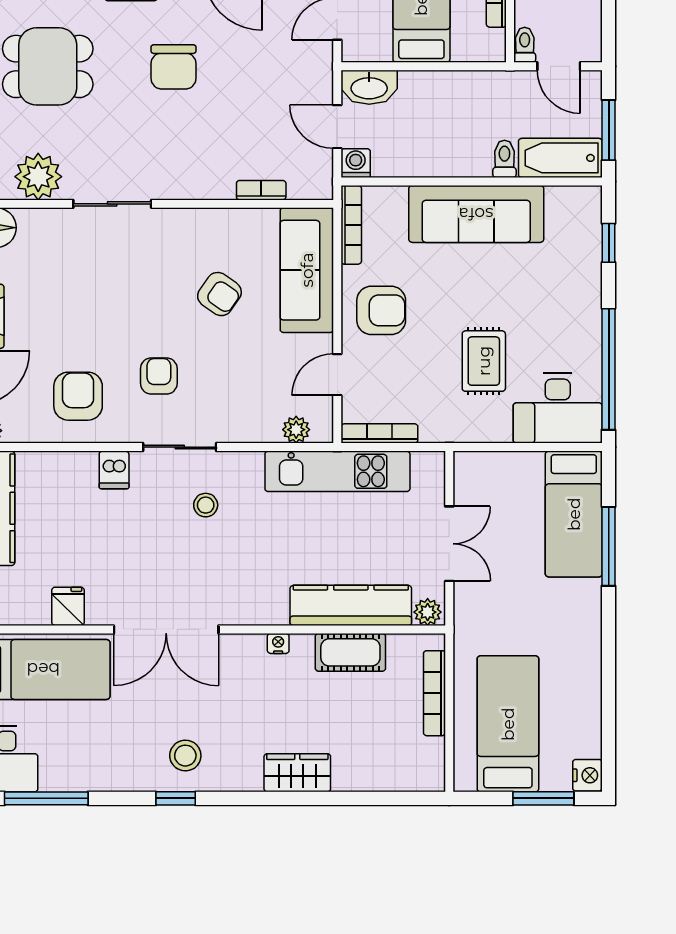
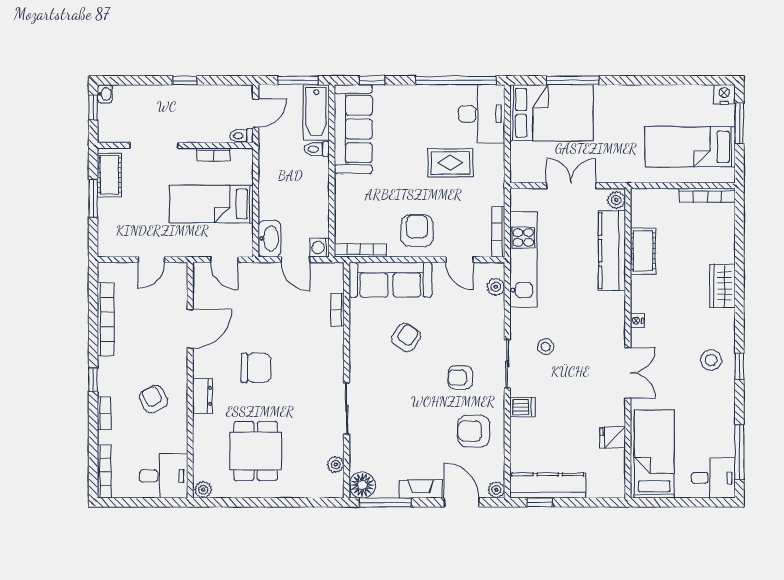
door: (337, 127) -> (296, 260), hinge flipped
plant: (38, 177) -> (336, 464), width x0.53, depth x0.53
sofa: (476, 214) -> (353, 129), moved
bed: (574, 514) -> (551, 113), width x1.50
double door: (166, 629) -> (628, 373), width x0.73
nightstand: (278, 643) -> (637, 321), moved
bookcase: (434, 693) -> (707, 195), moved

